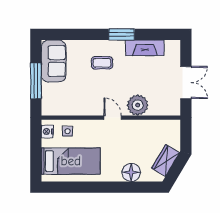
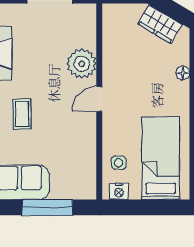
floor lamp: (131, 172) -> (183, 73), width x0.53, depth x0.53

